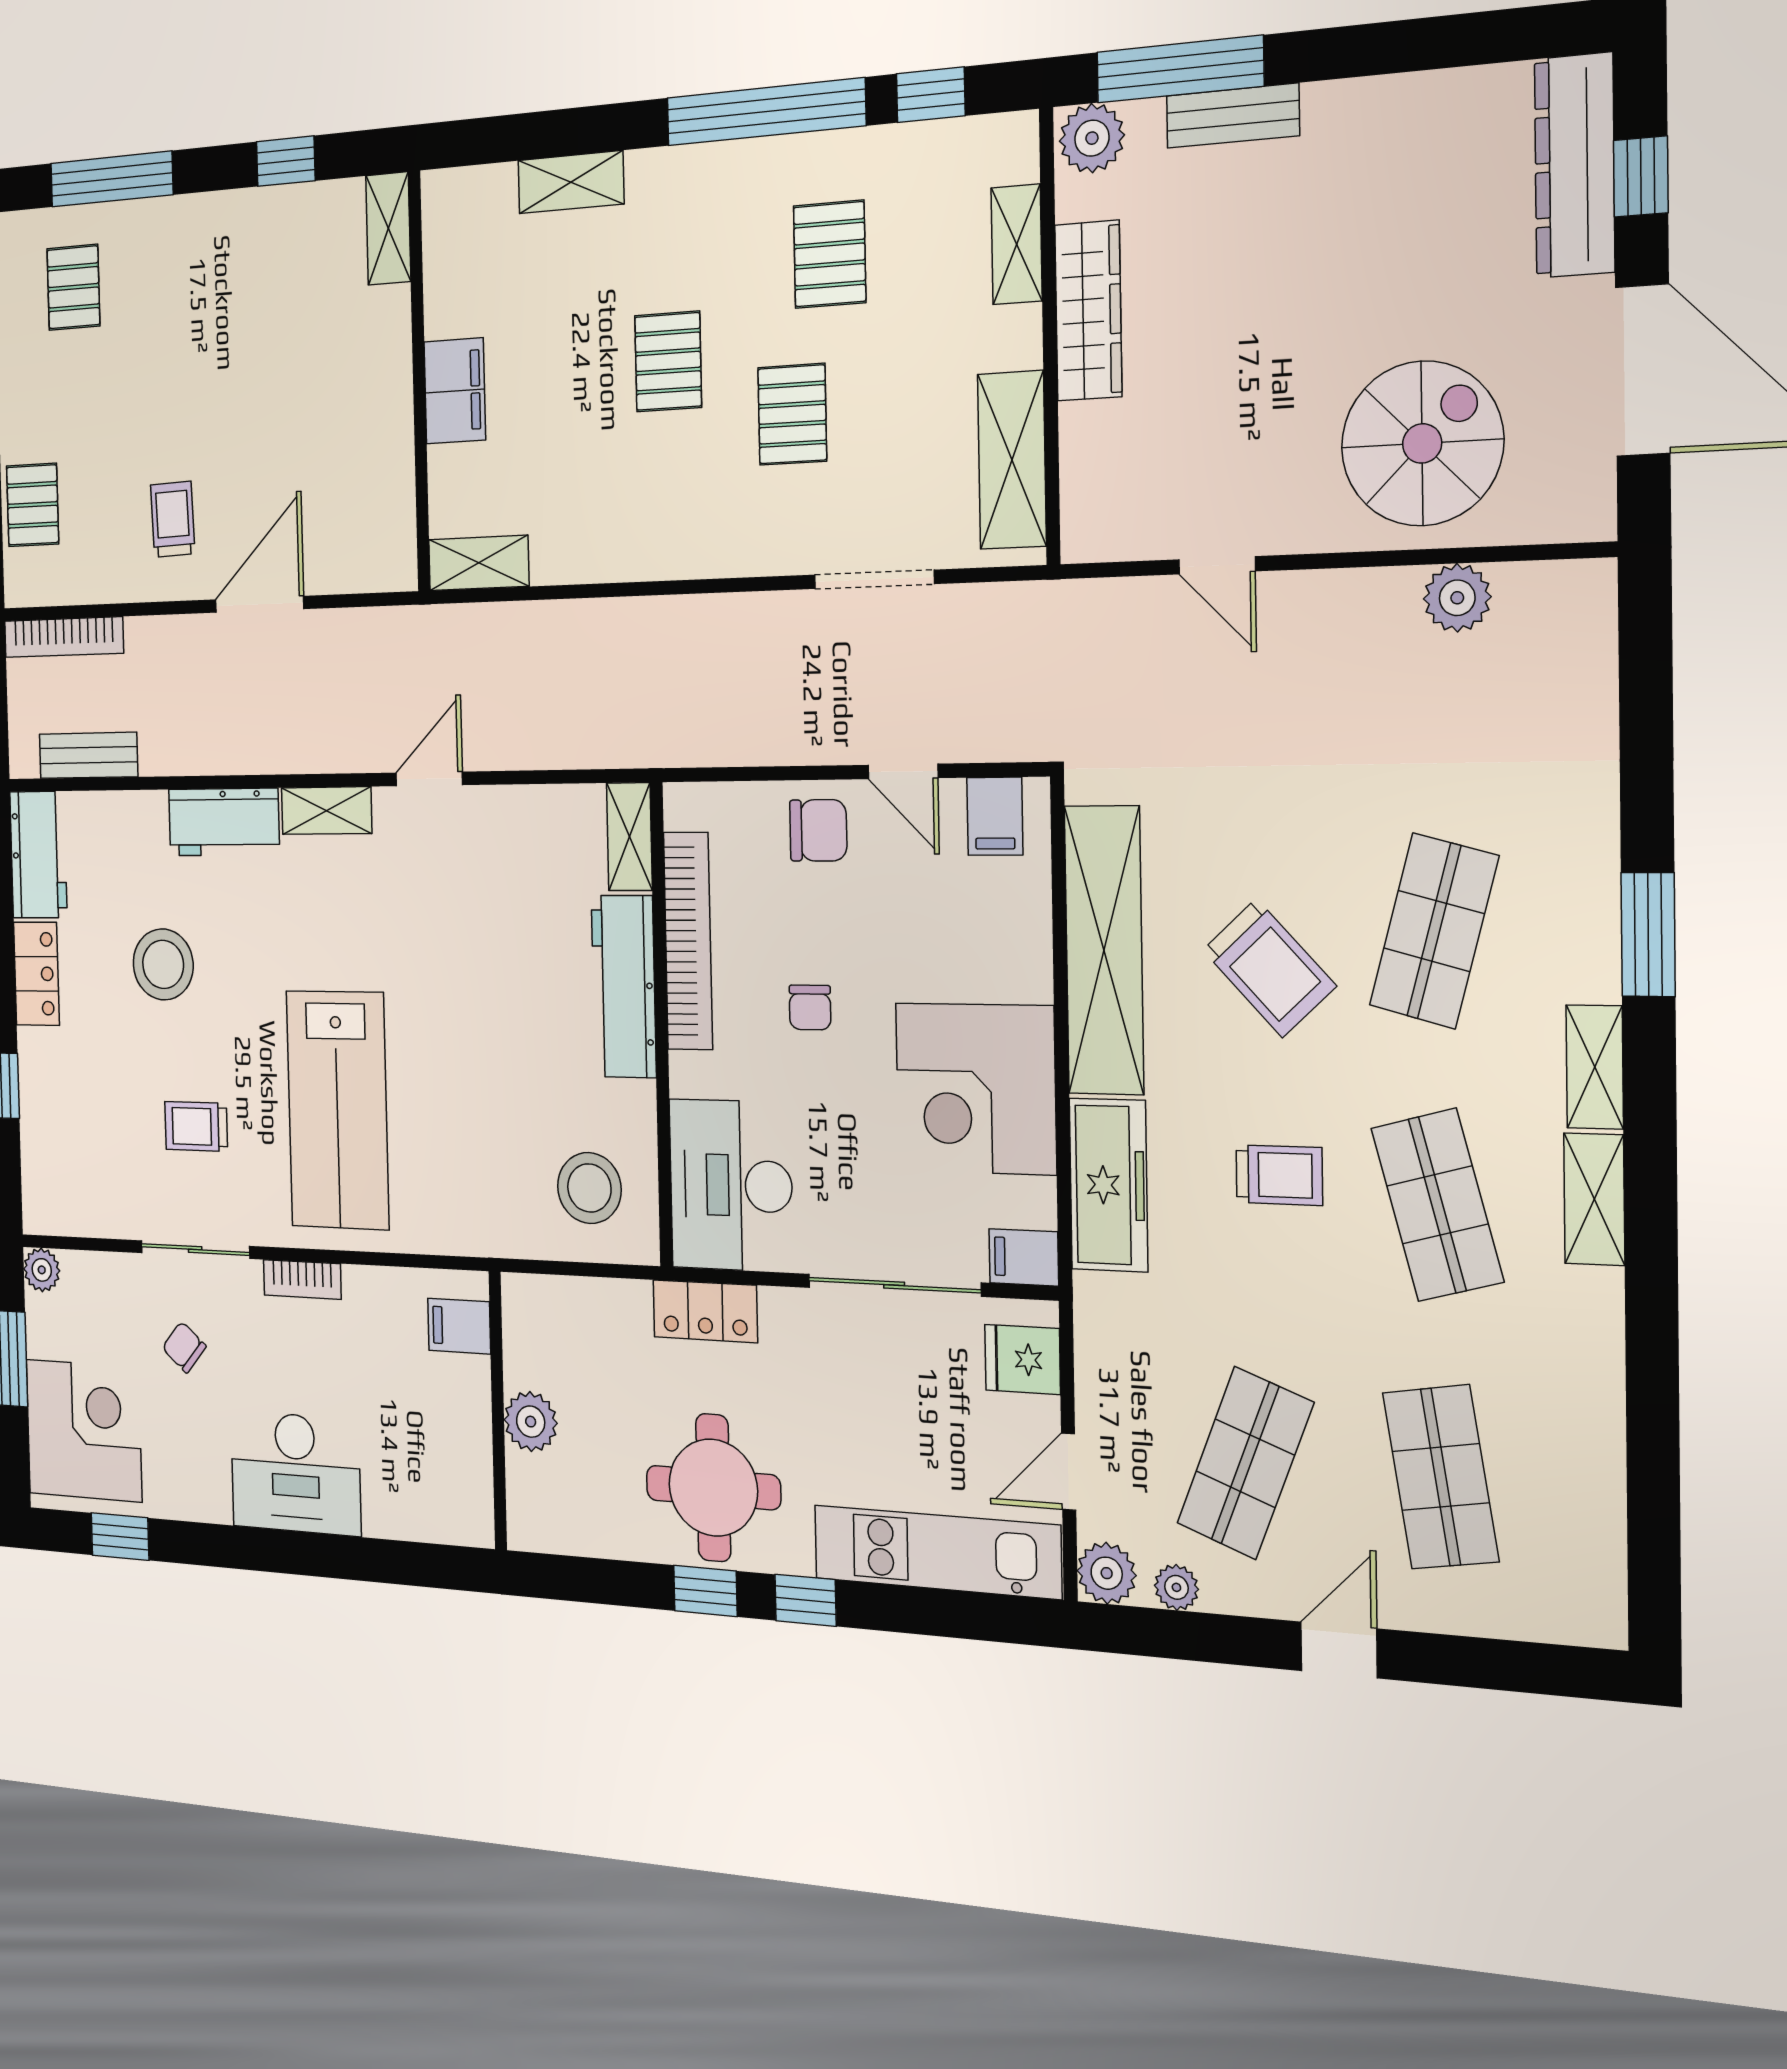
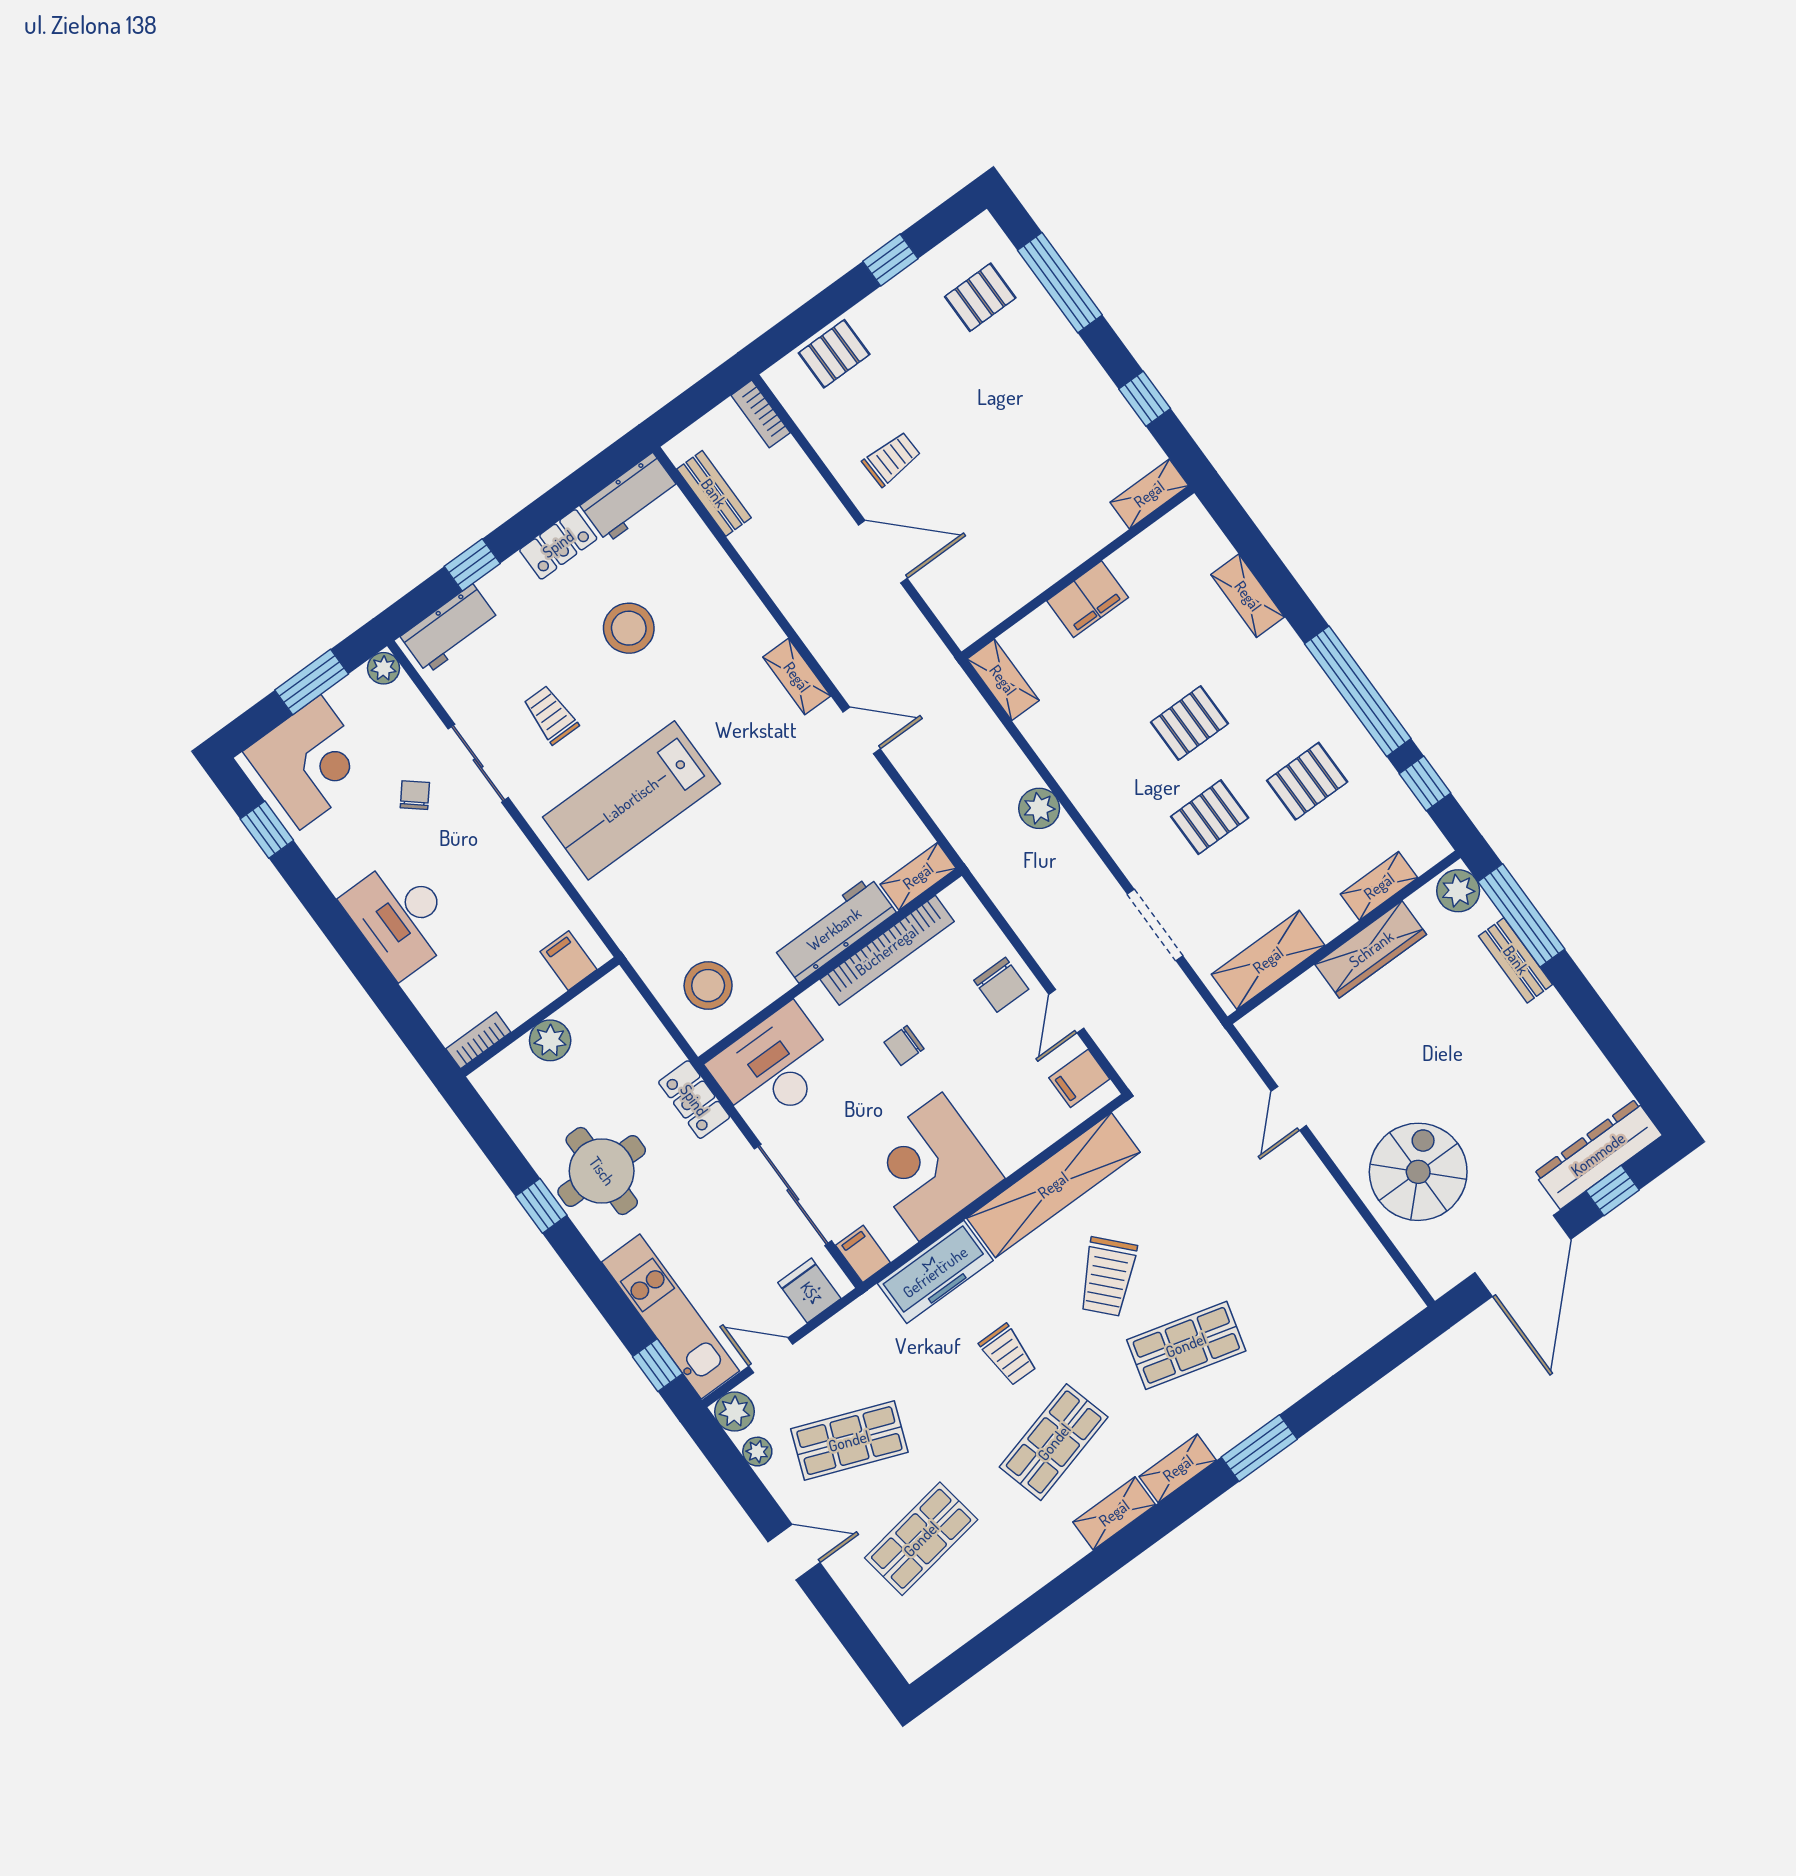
spiral stairs: (1422, 443) -> (1418, 1172), turned -90
plant: (1457, 598) -> (1039, 808), moved
bookcase: (64, 637) -> (761, 414), width x0.64
workbench: (224, 822) -> (450, 629), moved, turned -90
bookcase: (302, 1279) -> (478, 1040), moved, turned 90
window: (805, 1600) -> (657, 1365), moved

